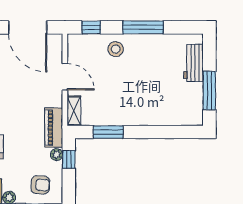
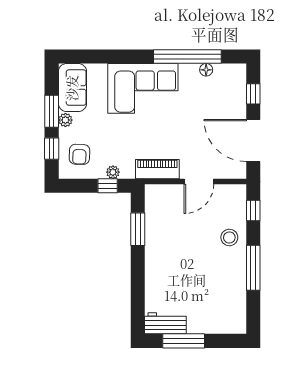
door: (28, 27) -> (253, 140), hinge flipped
workbench: (193, 63) -> (165, 323), moved
shelving: (74, 111) -> (161, 191), removed
piano: (54, 128) -> (157, 169), moved

